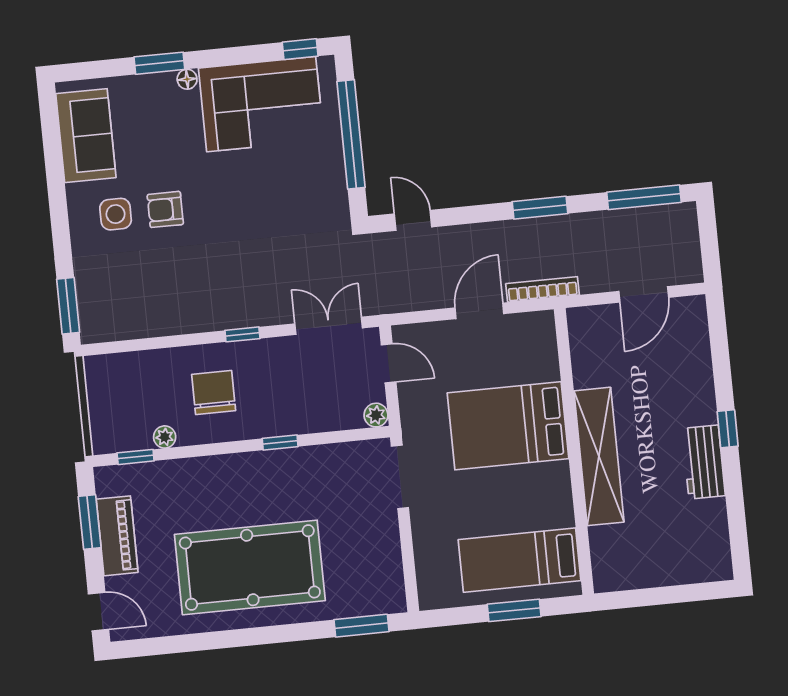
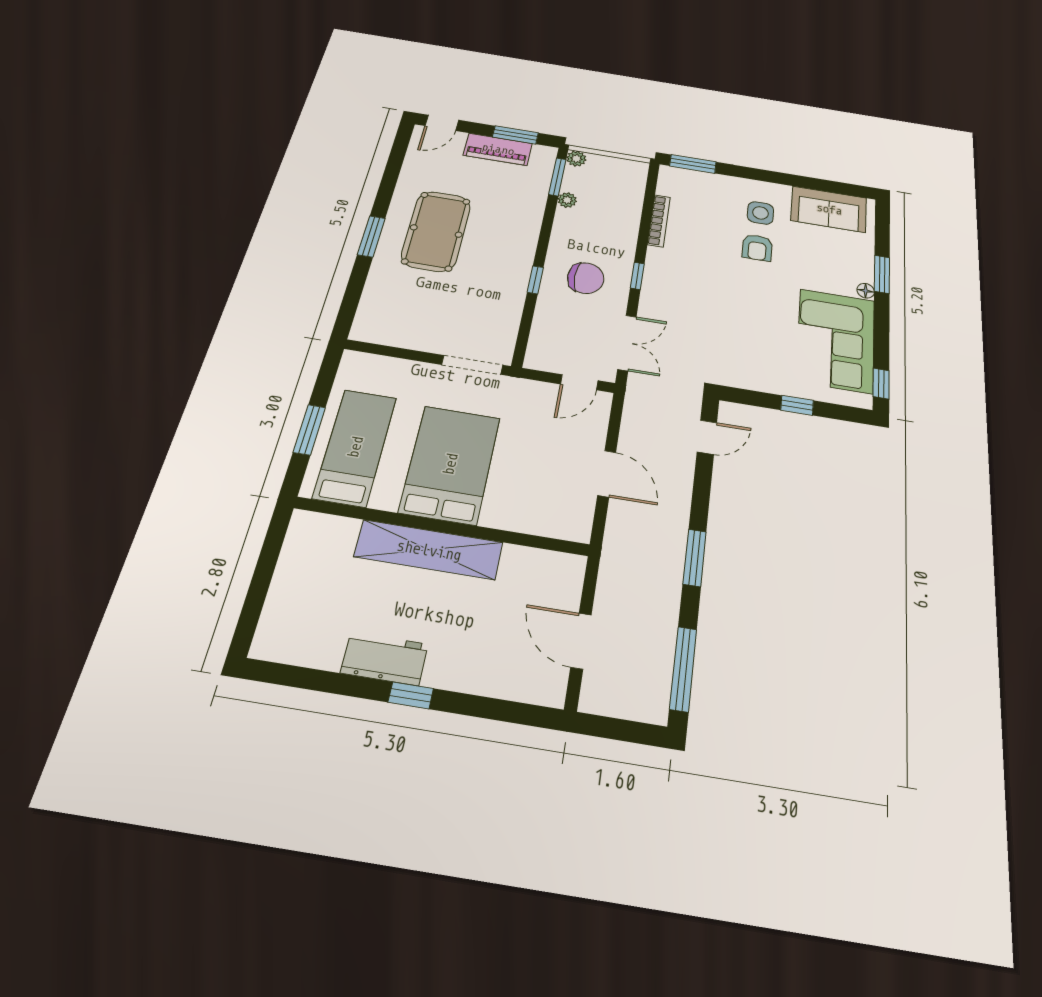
window: (351, 134) -> (797, 405), width x0.32
armchair: (165, 209) -> (757, 248), turned 180
bookcase: (543, 289) -> (659, 221), moved
chair: (214, 392) -> (586, 278), moved
plant: (376, 415) -> (576, 159), moved
bed: (508, 426) -> (450, 464), moved
window: (136, 457) -> (557, 177), width x1.50
pool table: (250, 567) -> (436, 231), width x0.73, depth x0.76
window: (362, 626) -> (371, 236), moved

